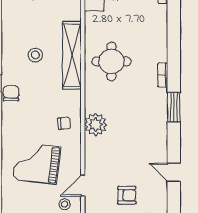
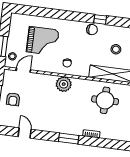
grand piano: (37, 163) -> (43, 41), turned 83
door: (174, 172) -> (25, 133), hinge flipped
door: (83, 186) -> (23, 70), hinge flipped

